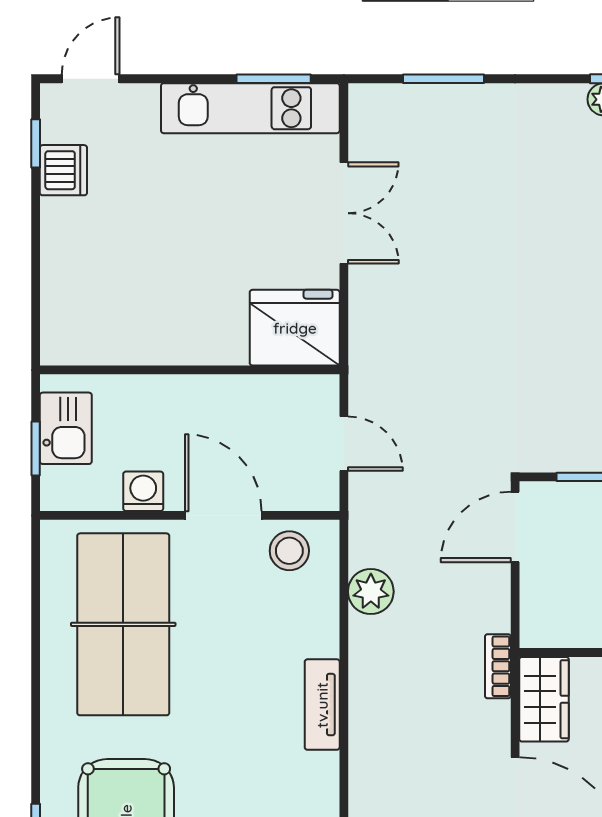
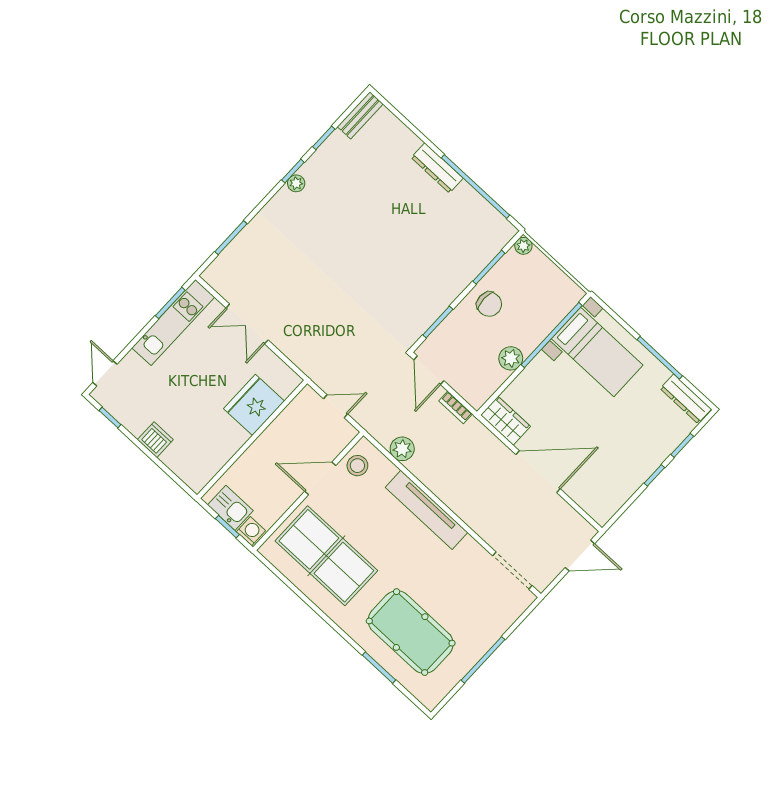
dishwasher: (63, 170) -> (155, 440), moved
double door: (344, 213) -> (247, 324), swing flipped
fridge: (295, 328) -> (254, 405), moved
washing machine: (143, 491) -> (251, 531), moved, turned 90
bookcase: (498, 666) -> (456, 407), moved
tv unit: (322, 705) -> (427, 510), width x1.92, depth x1.29

